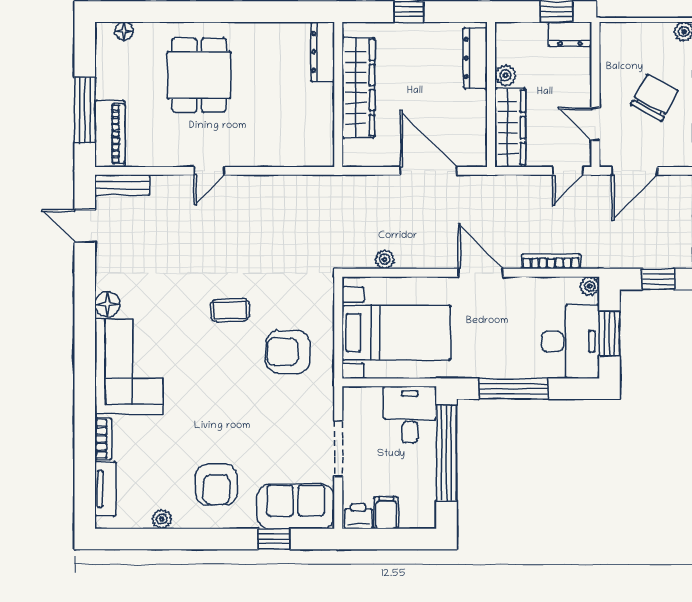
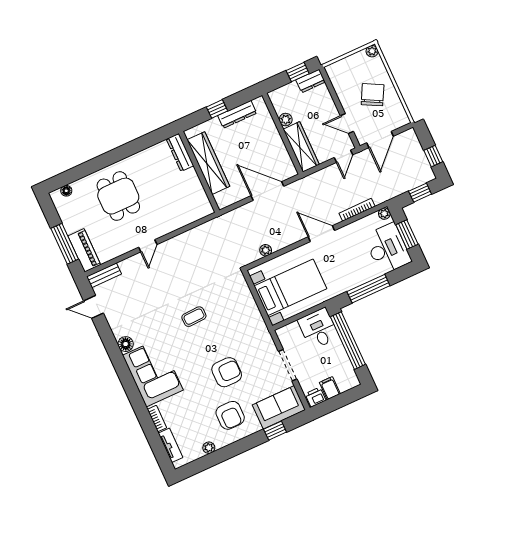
dresser: (475, 58) -> (237, 114), moved, turned -90
armchair: (288, 352) -> (227, 372), moved, turned 180

